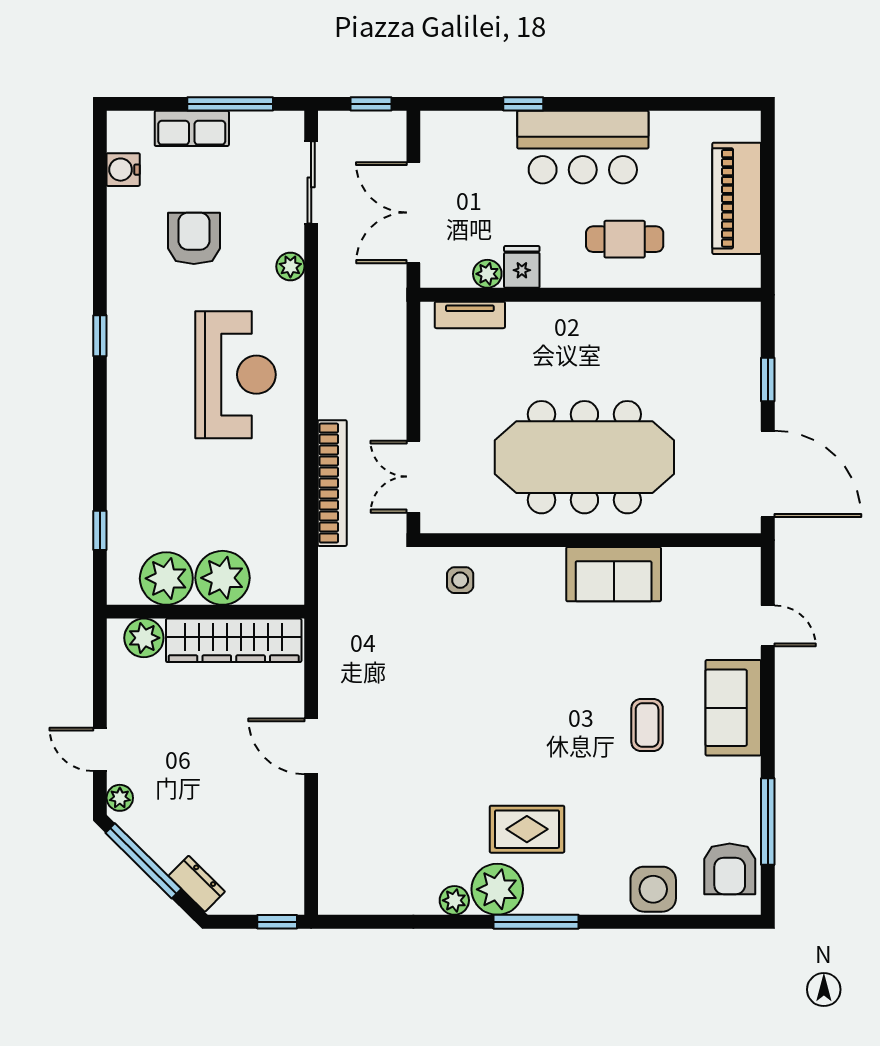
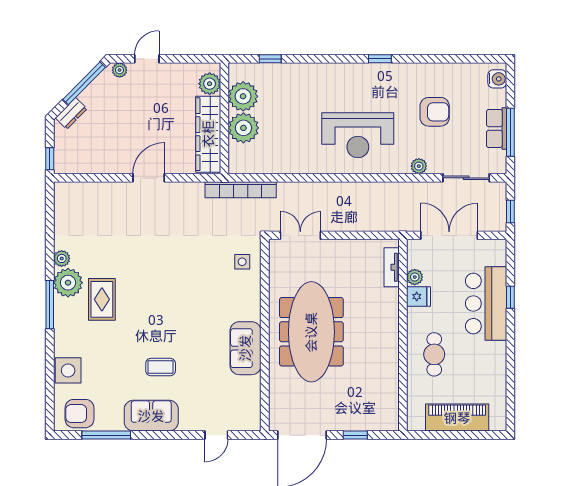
row of seats: (192, 128) -> (497, 128), moved
bar counter: (583, 147) -> (486, 304), moved
water cooler: (123, 170) -> (497, 79), moved, turned 90
bookcase: (332, 483) -> (241, 190), moved
sofa: (733, 708) -> (151, 416), moved

